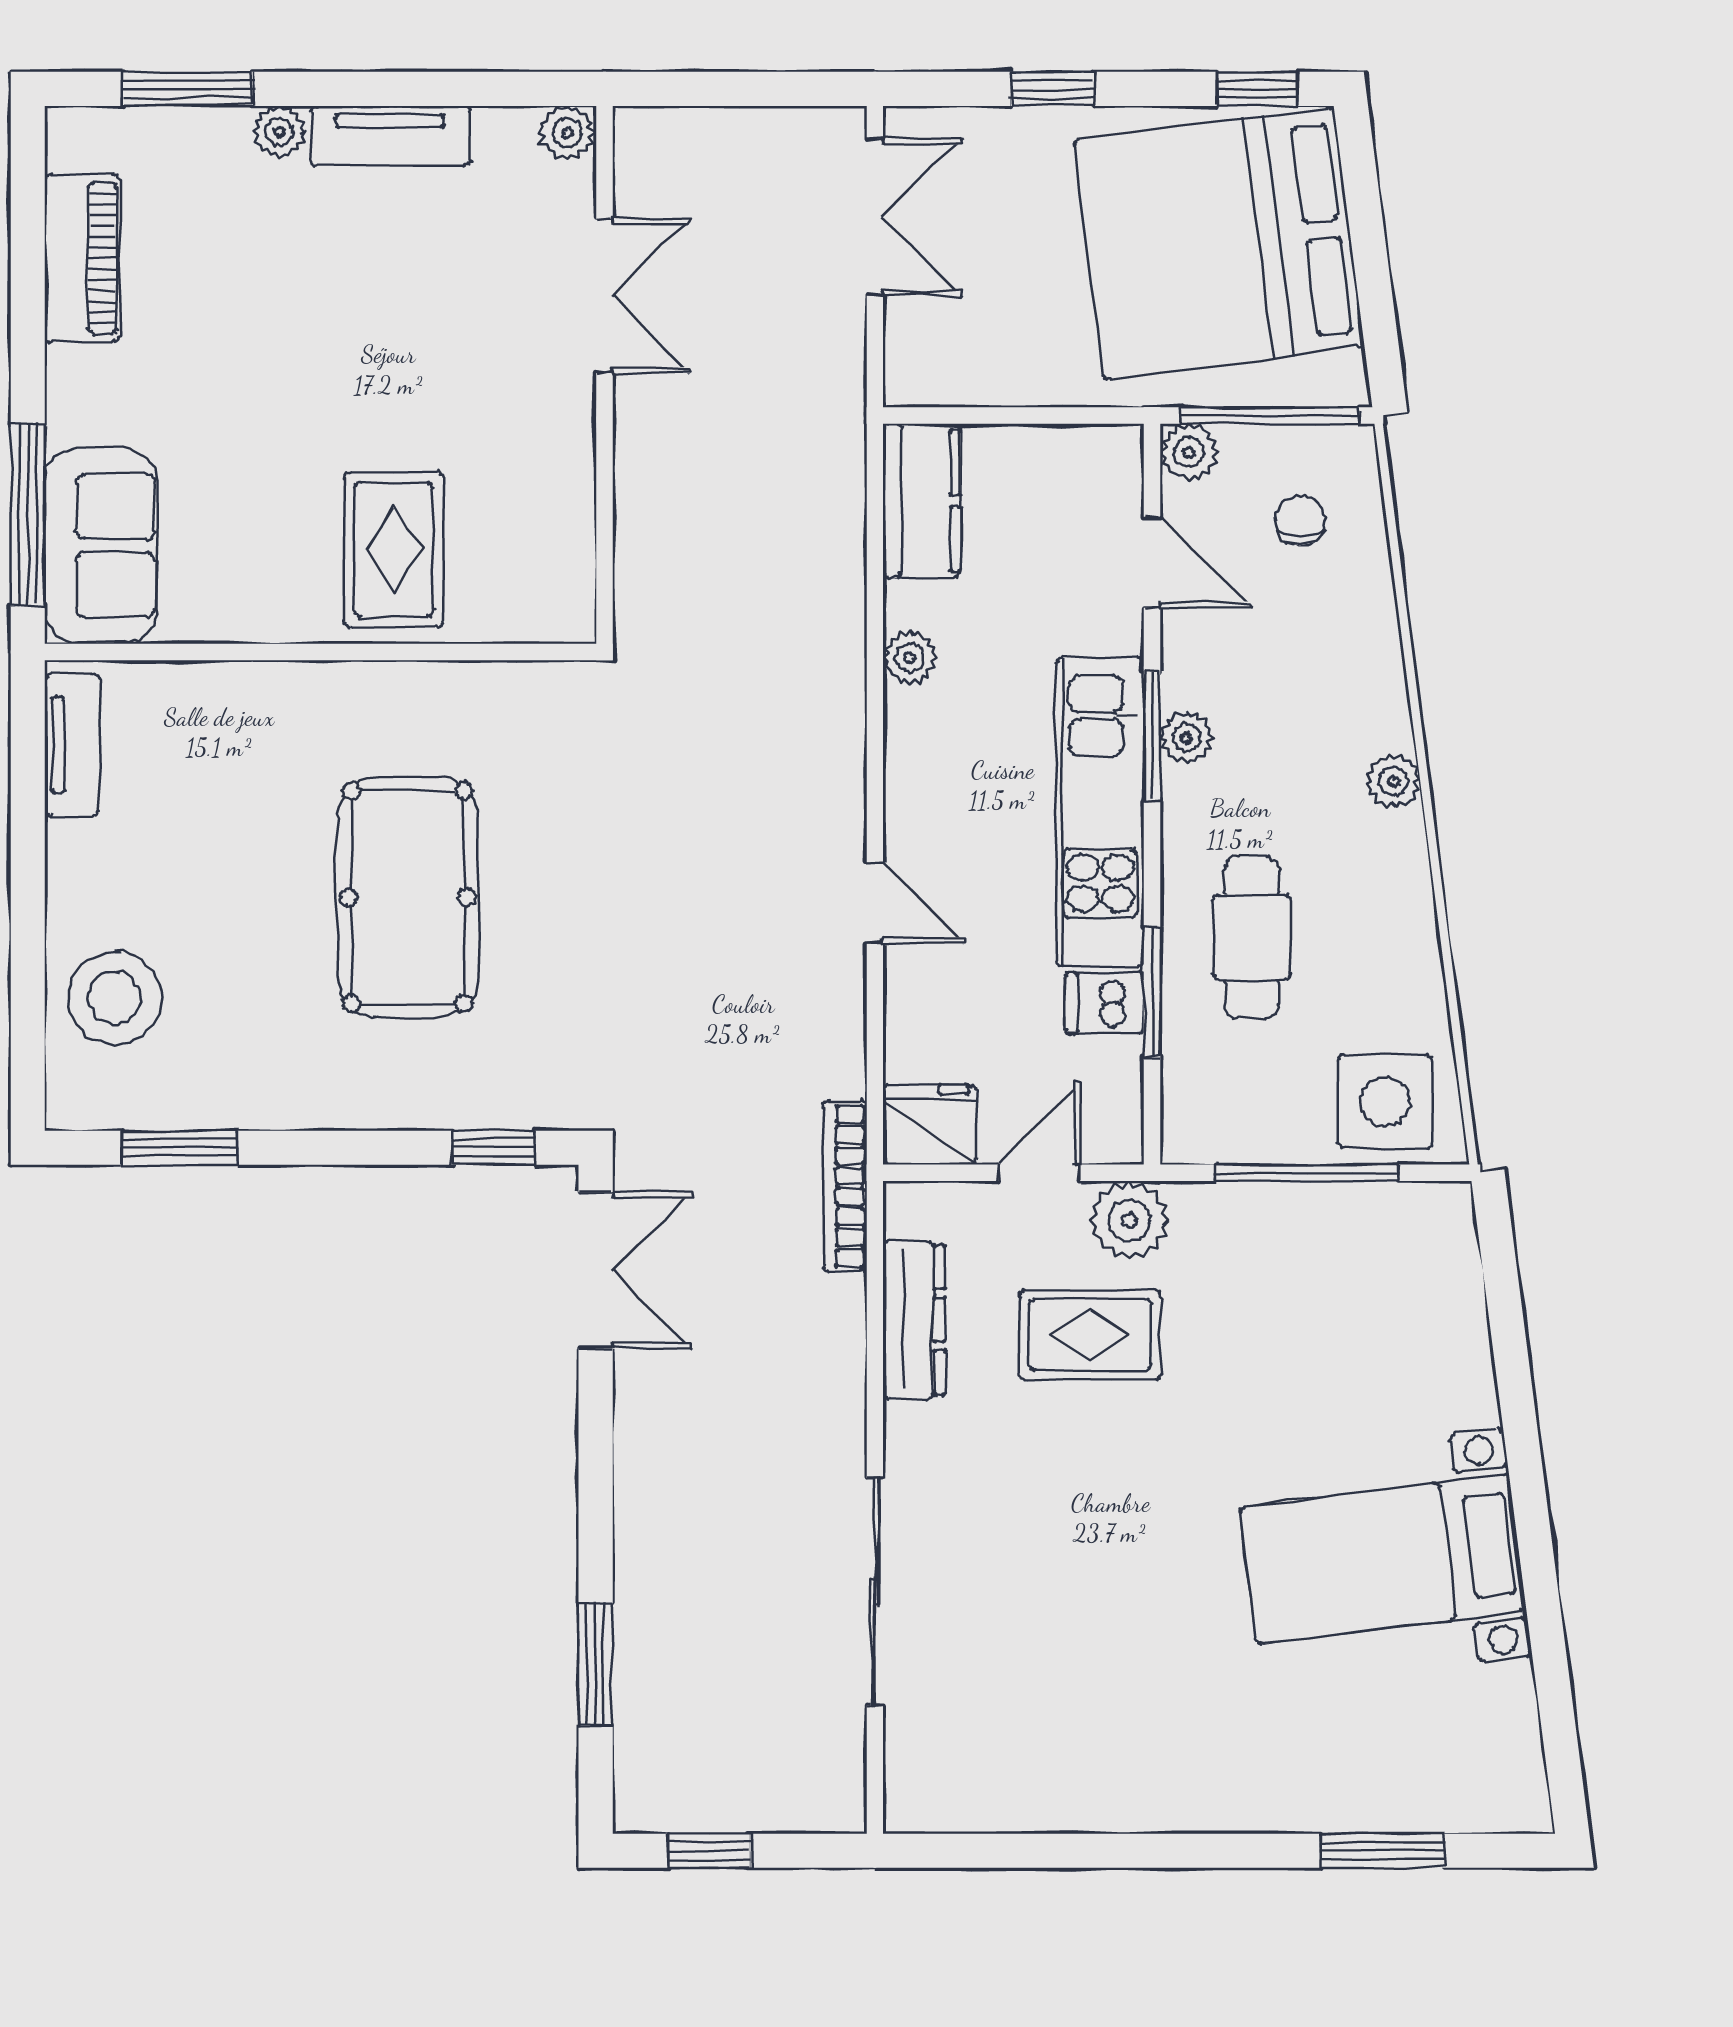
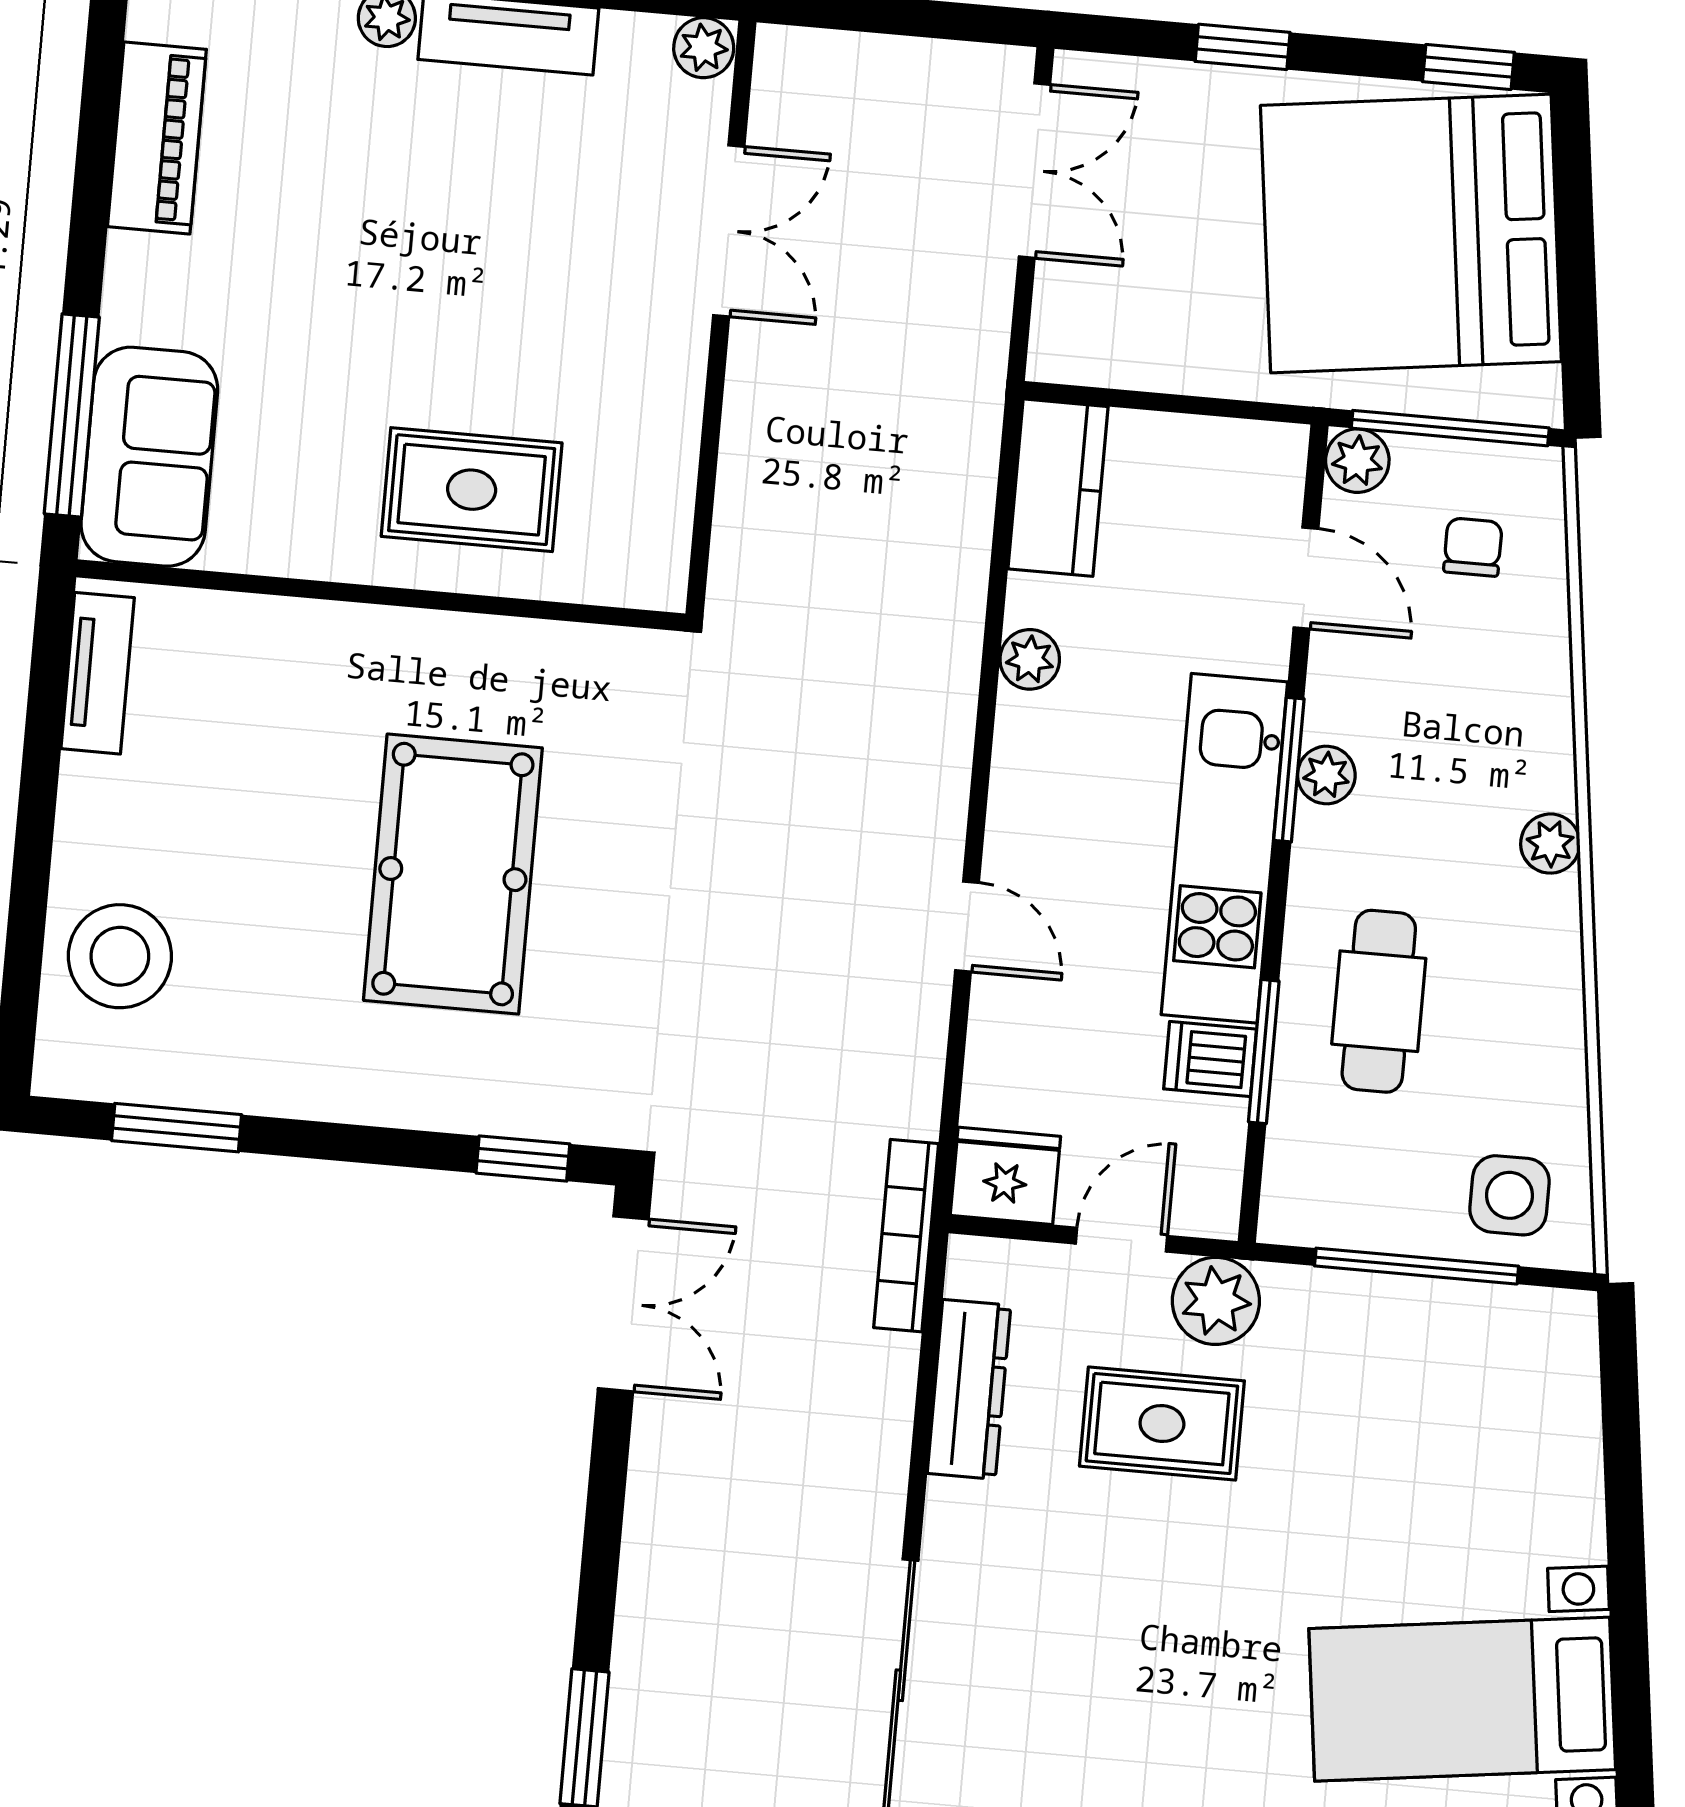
rug: (394, 549) -> (472, 490), turned 90
side table: (1385, 1102) -> (1510, 1195), width x0.73, depth x0.73

